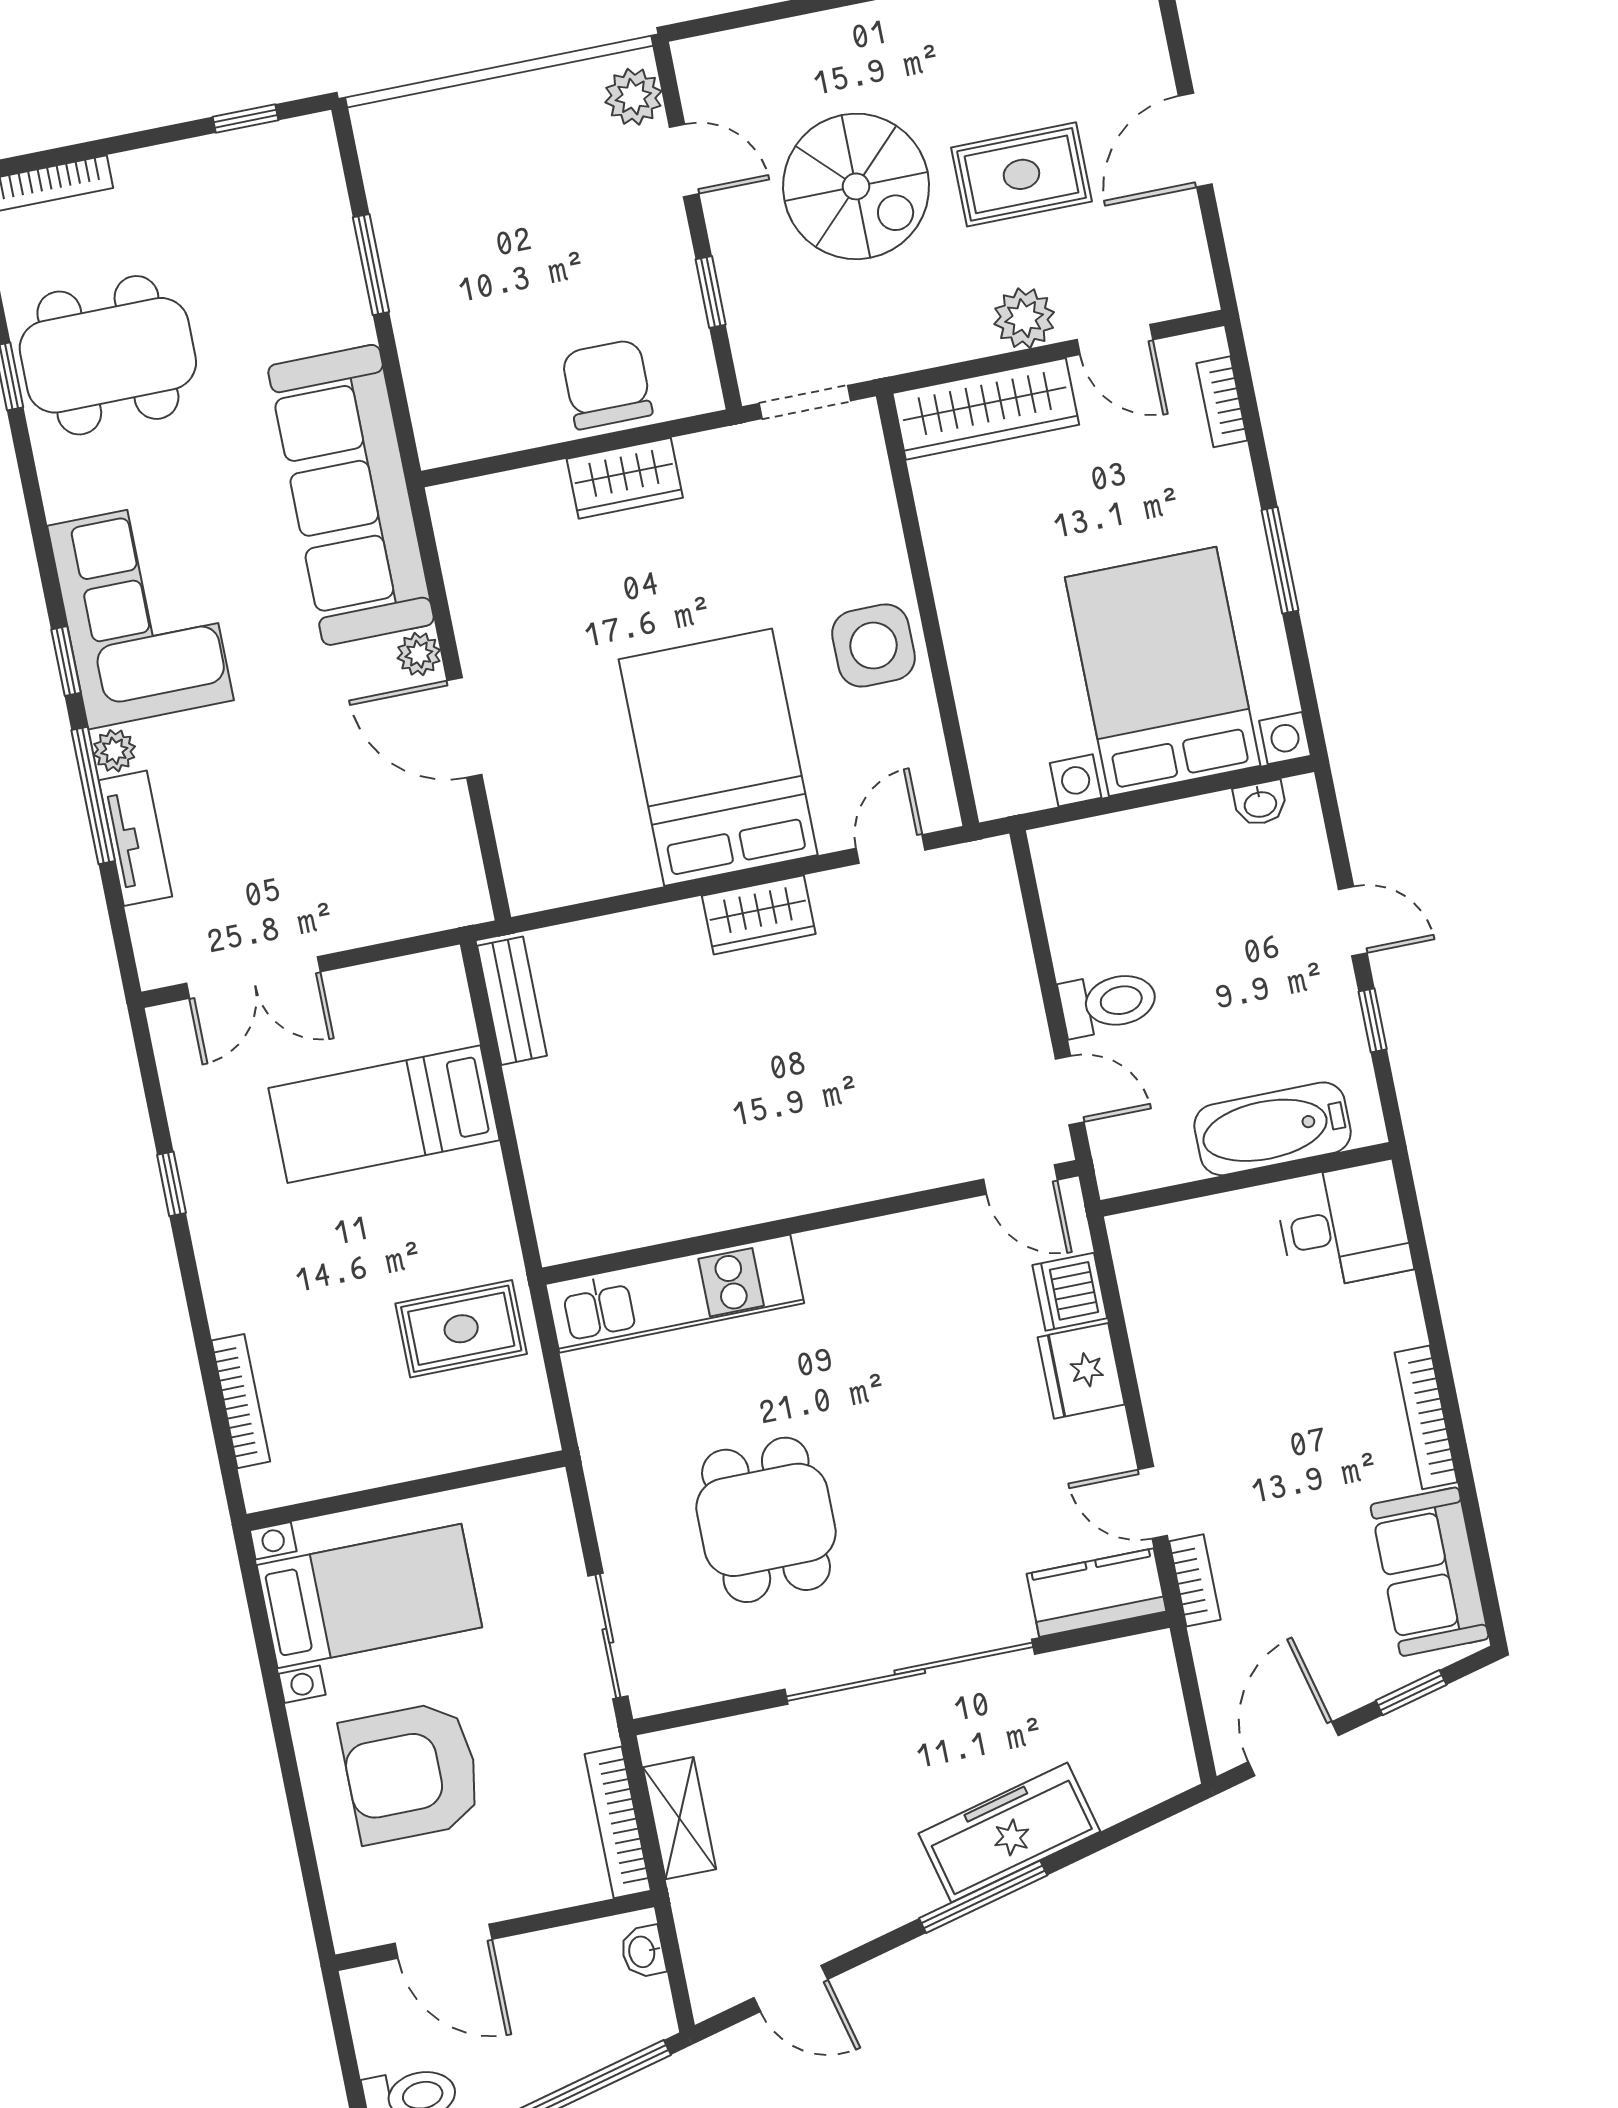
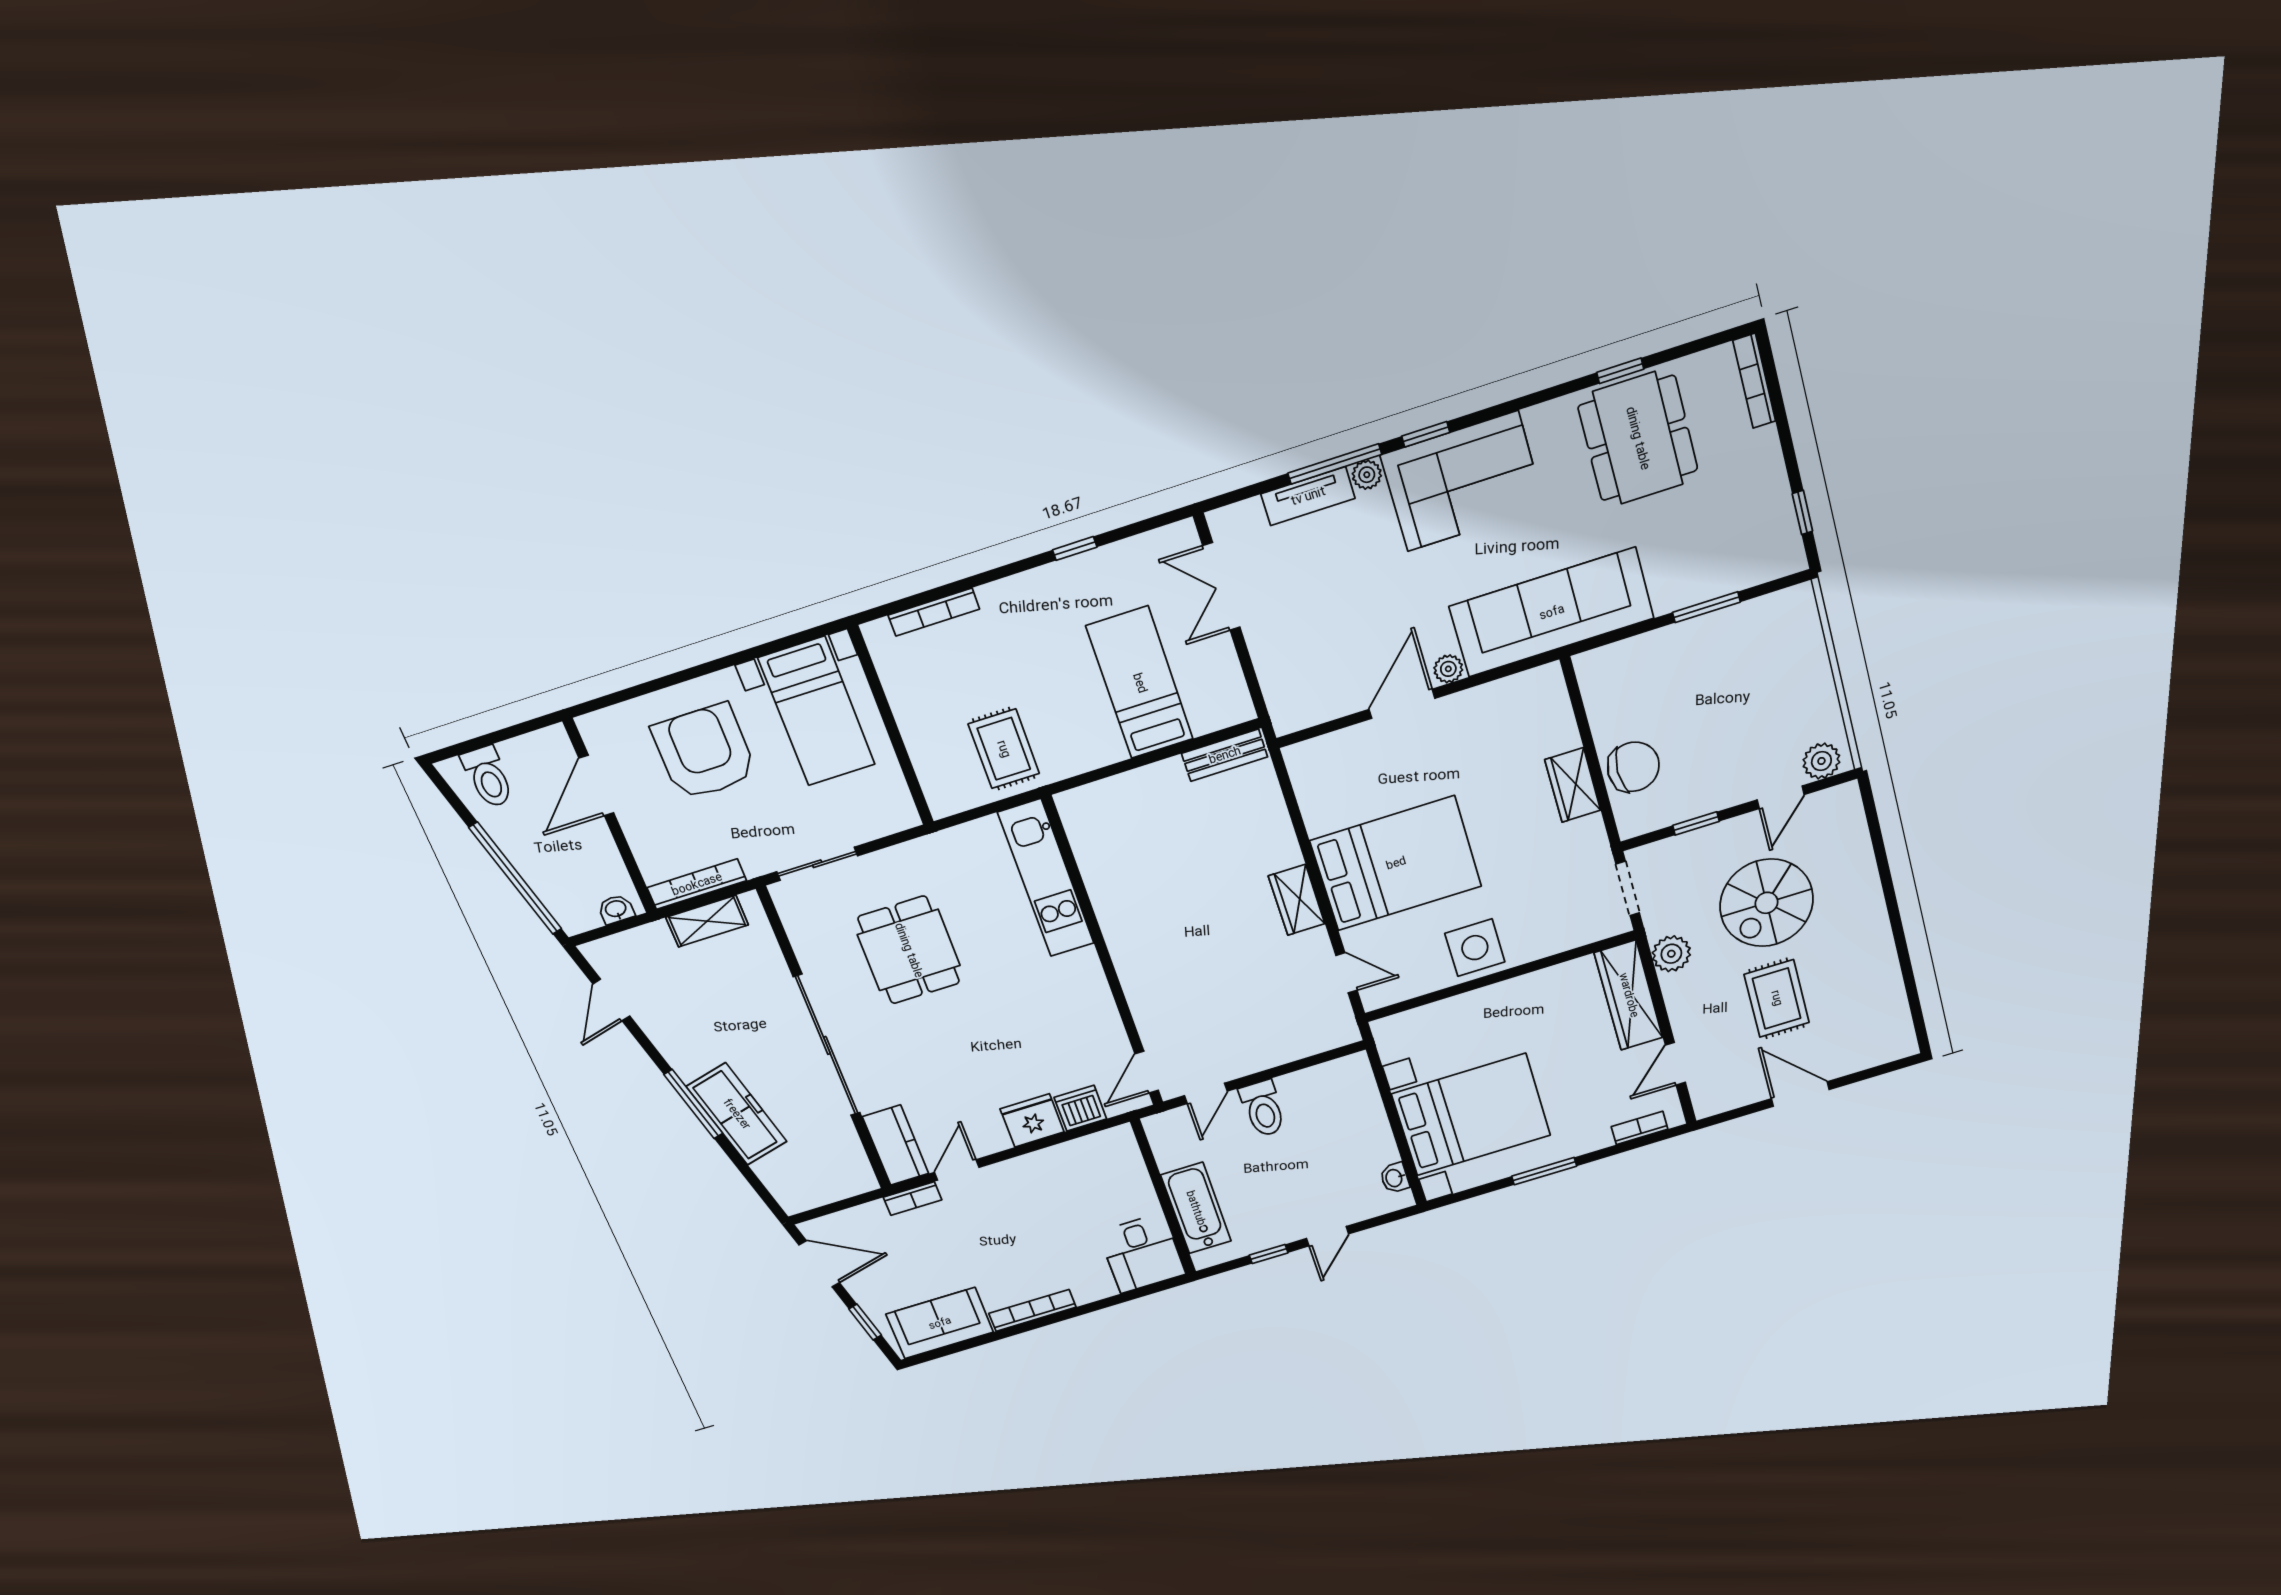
plant: (1024, 318) -> (1671, 954), moved
dining table: (766, 1520) -> (909, 950), turned 90

